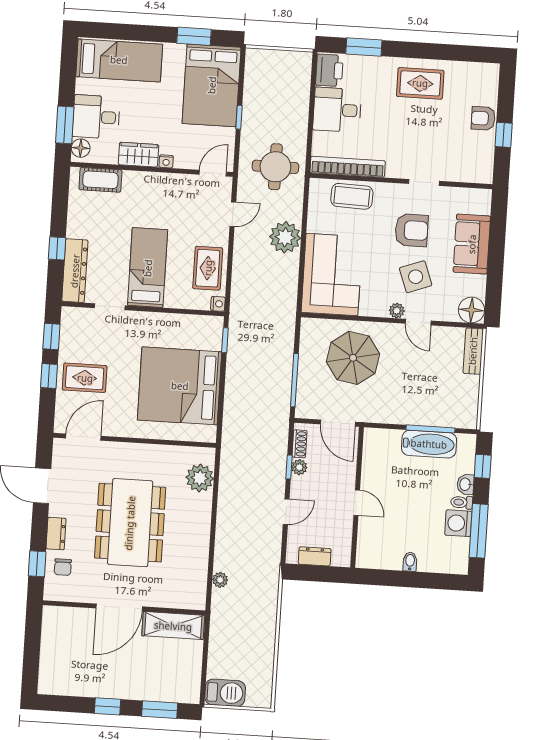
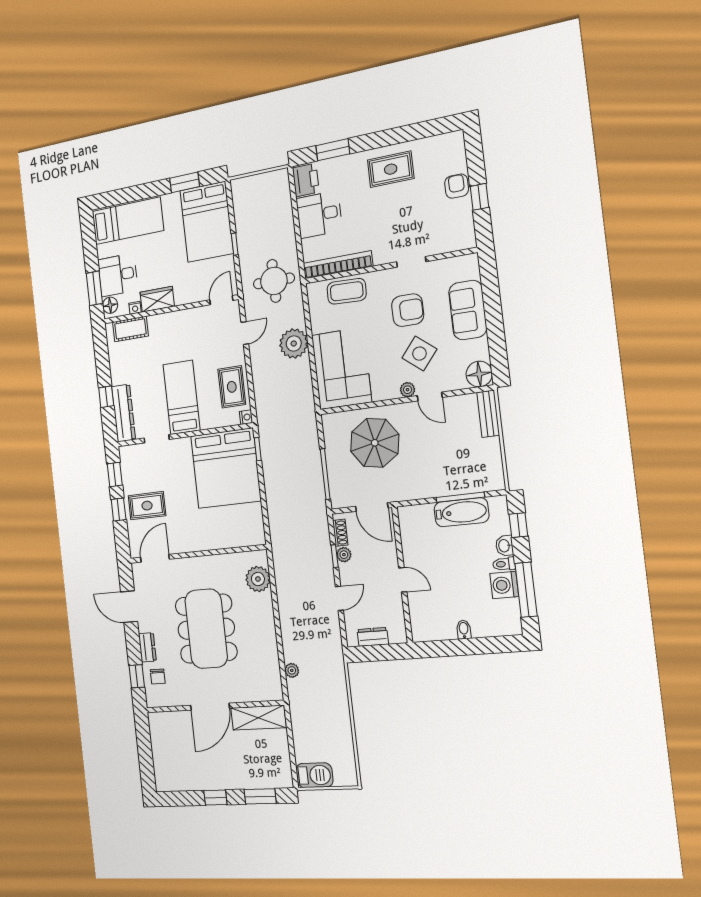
armchair: (483, 118) -> (457, 186), turned 90
nightstand: (166, 161) -> (135, 308), moved
side table: (416, 277) -> (419, 354), turned -31
bed: (180, 386) -> (226, 468), moved, turned -90

